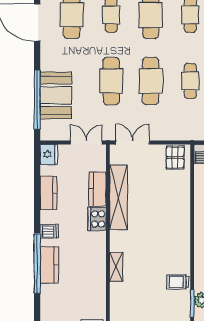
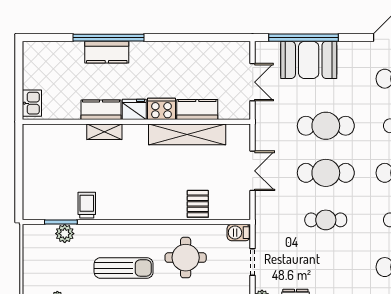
double door: (86, 142) -> (253, 82), moved
double door: (133, 142) -> (253, 171), moved
fridge: (49, 154) -> (134, 109), moved, turned 180
pallet: (175, 158) -> (198, 204), moved, turned 90
kitchen counter: (49, 193) -> (101, 110), moved, turned 180
dishwasher: (49, 231) -> (147, 52), removed

